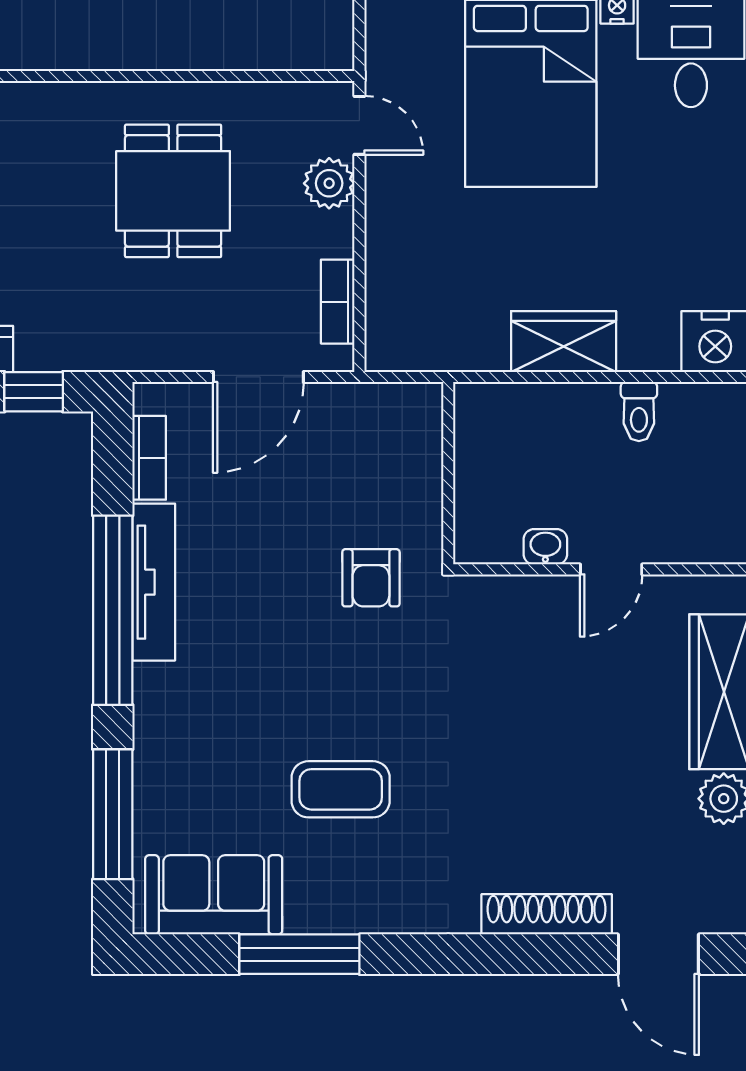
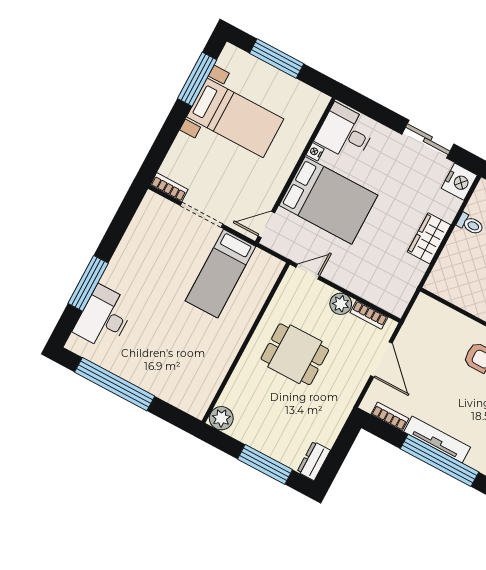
plant: (329, 183) -> (341, 304), moved
window: (34, 392) -> (342, 446), removed

